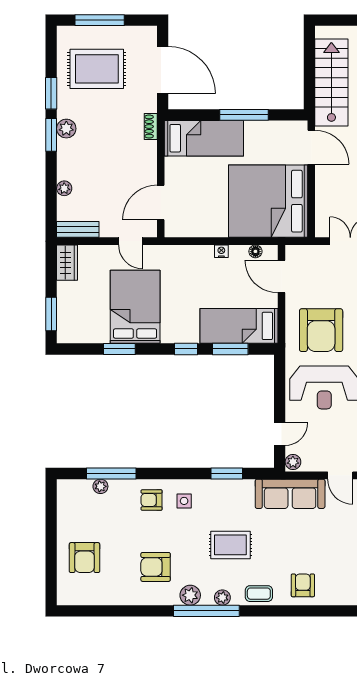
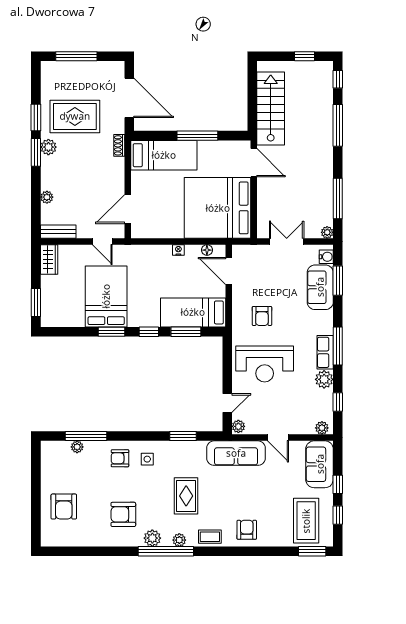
rug: (97, 69) -> (75, 116), moved
armchair: (321, 330) -> (262, 316), width x0.53, depth x0.53
window: (119, 349) -> (111, 332), moved
rug: (230, 545) -> (186, 496), turned 90

